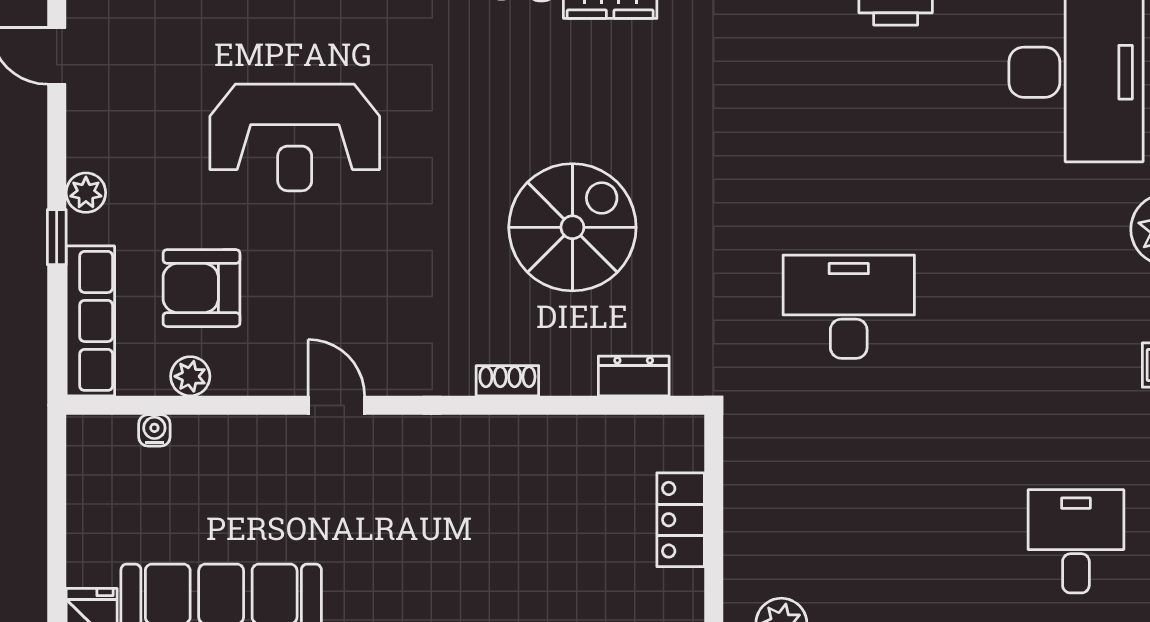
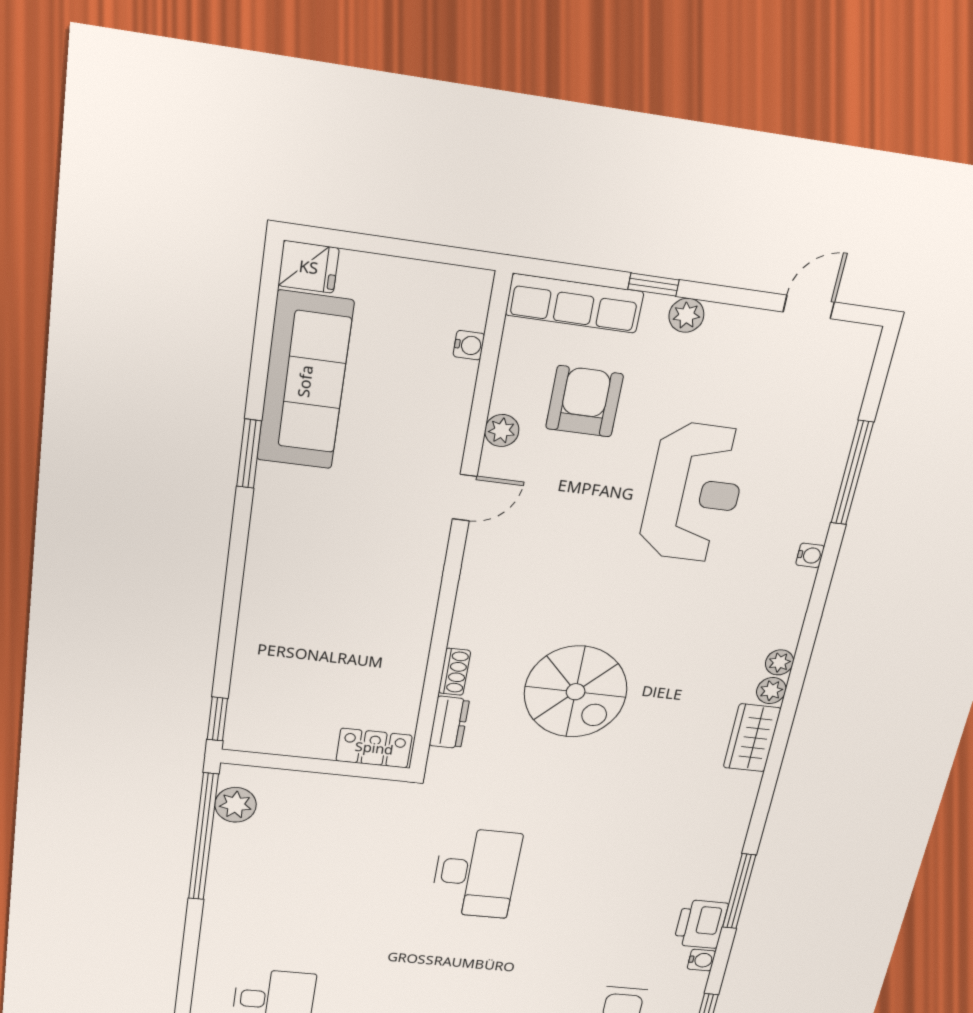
reception desk: (295, 137) -> (694, 493), turned 180
plant: (190, 376) -> (502, 431), moved
shoe rack: (507, 381) -> (455, 672), moved
locker: (681, 520) -> (374, 748), moved

